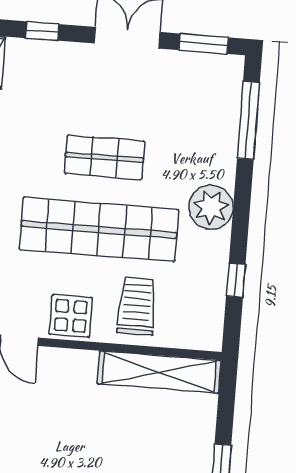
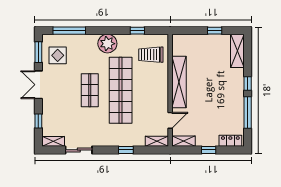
trolley: (137, 306) -> (151, 55), moved
display table: (71, 316) -> (58, 55), moved
shelving: (159, 372) -> (179, 82), moved

